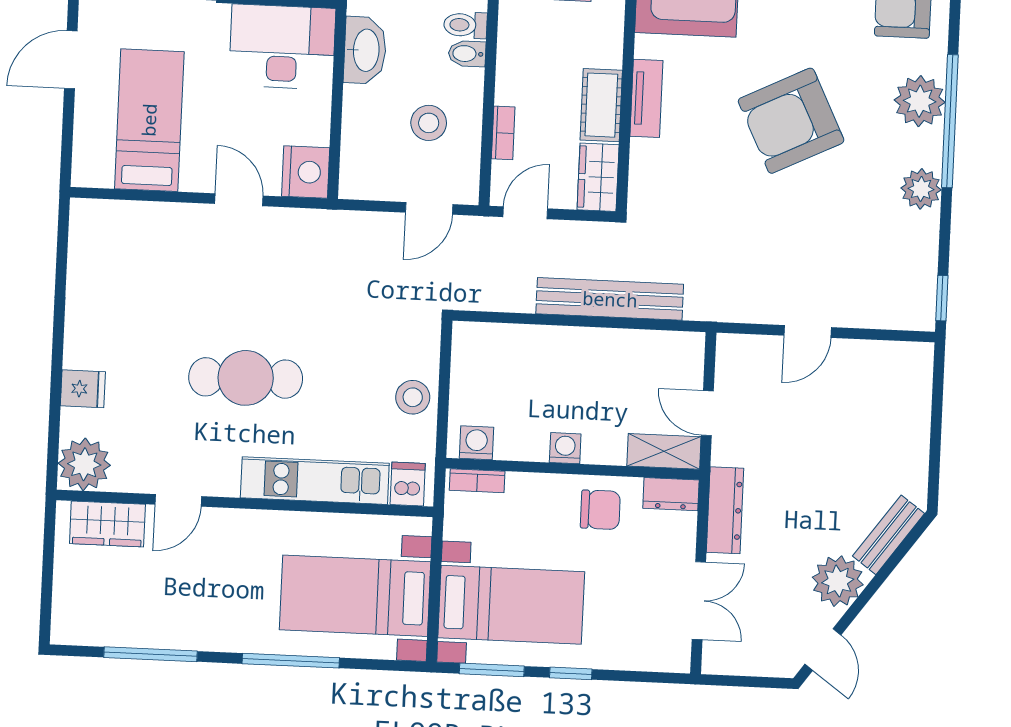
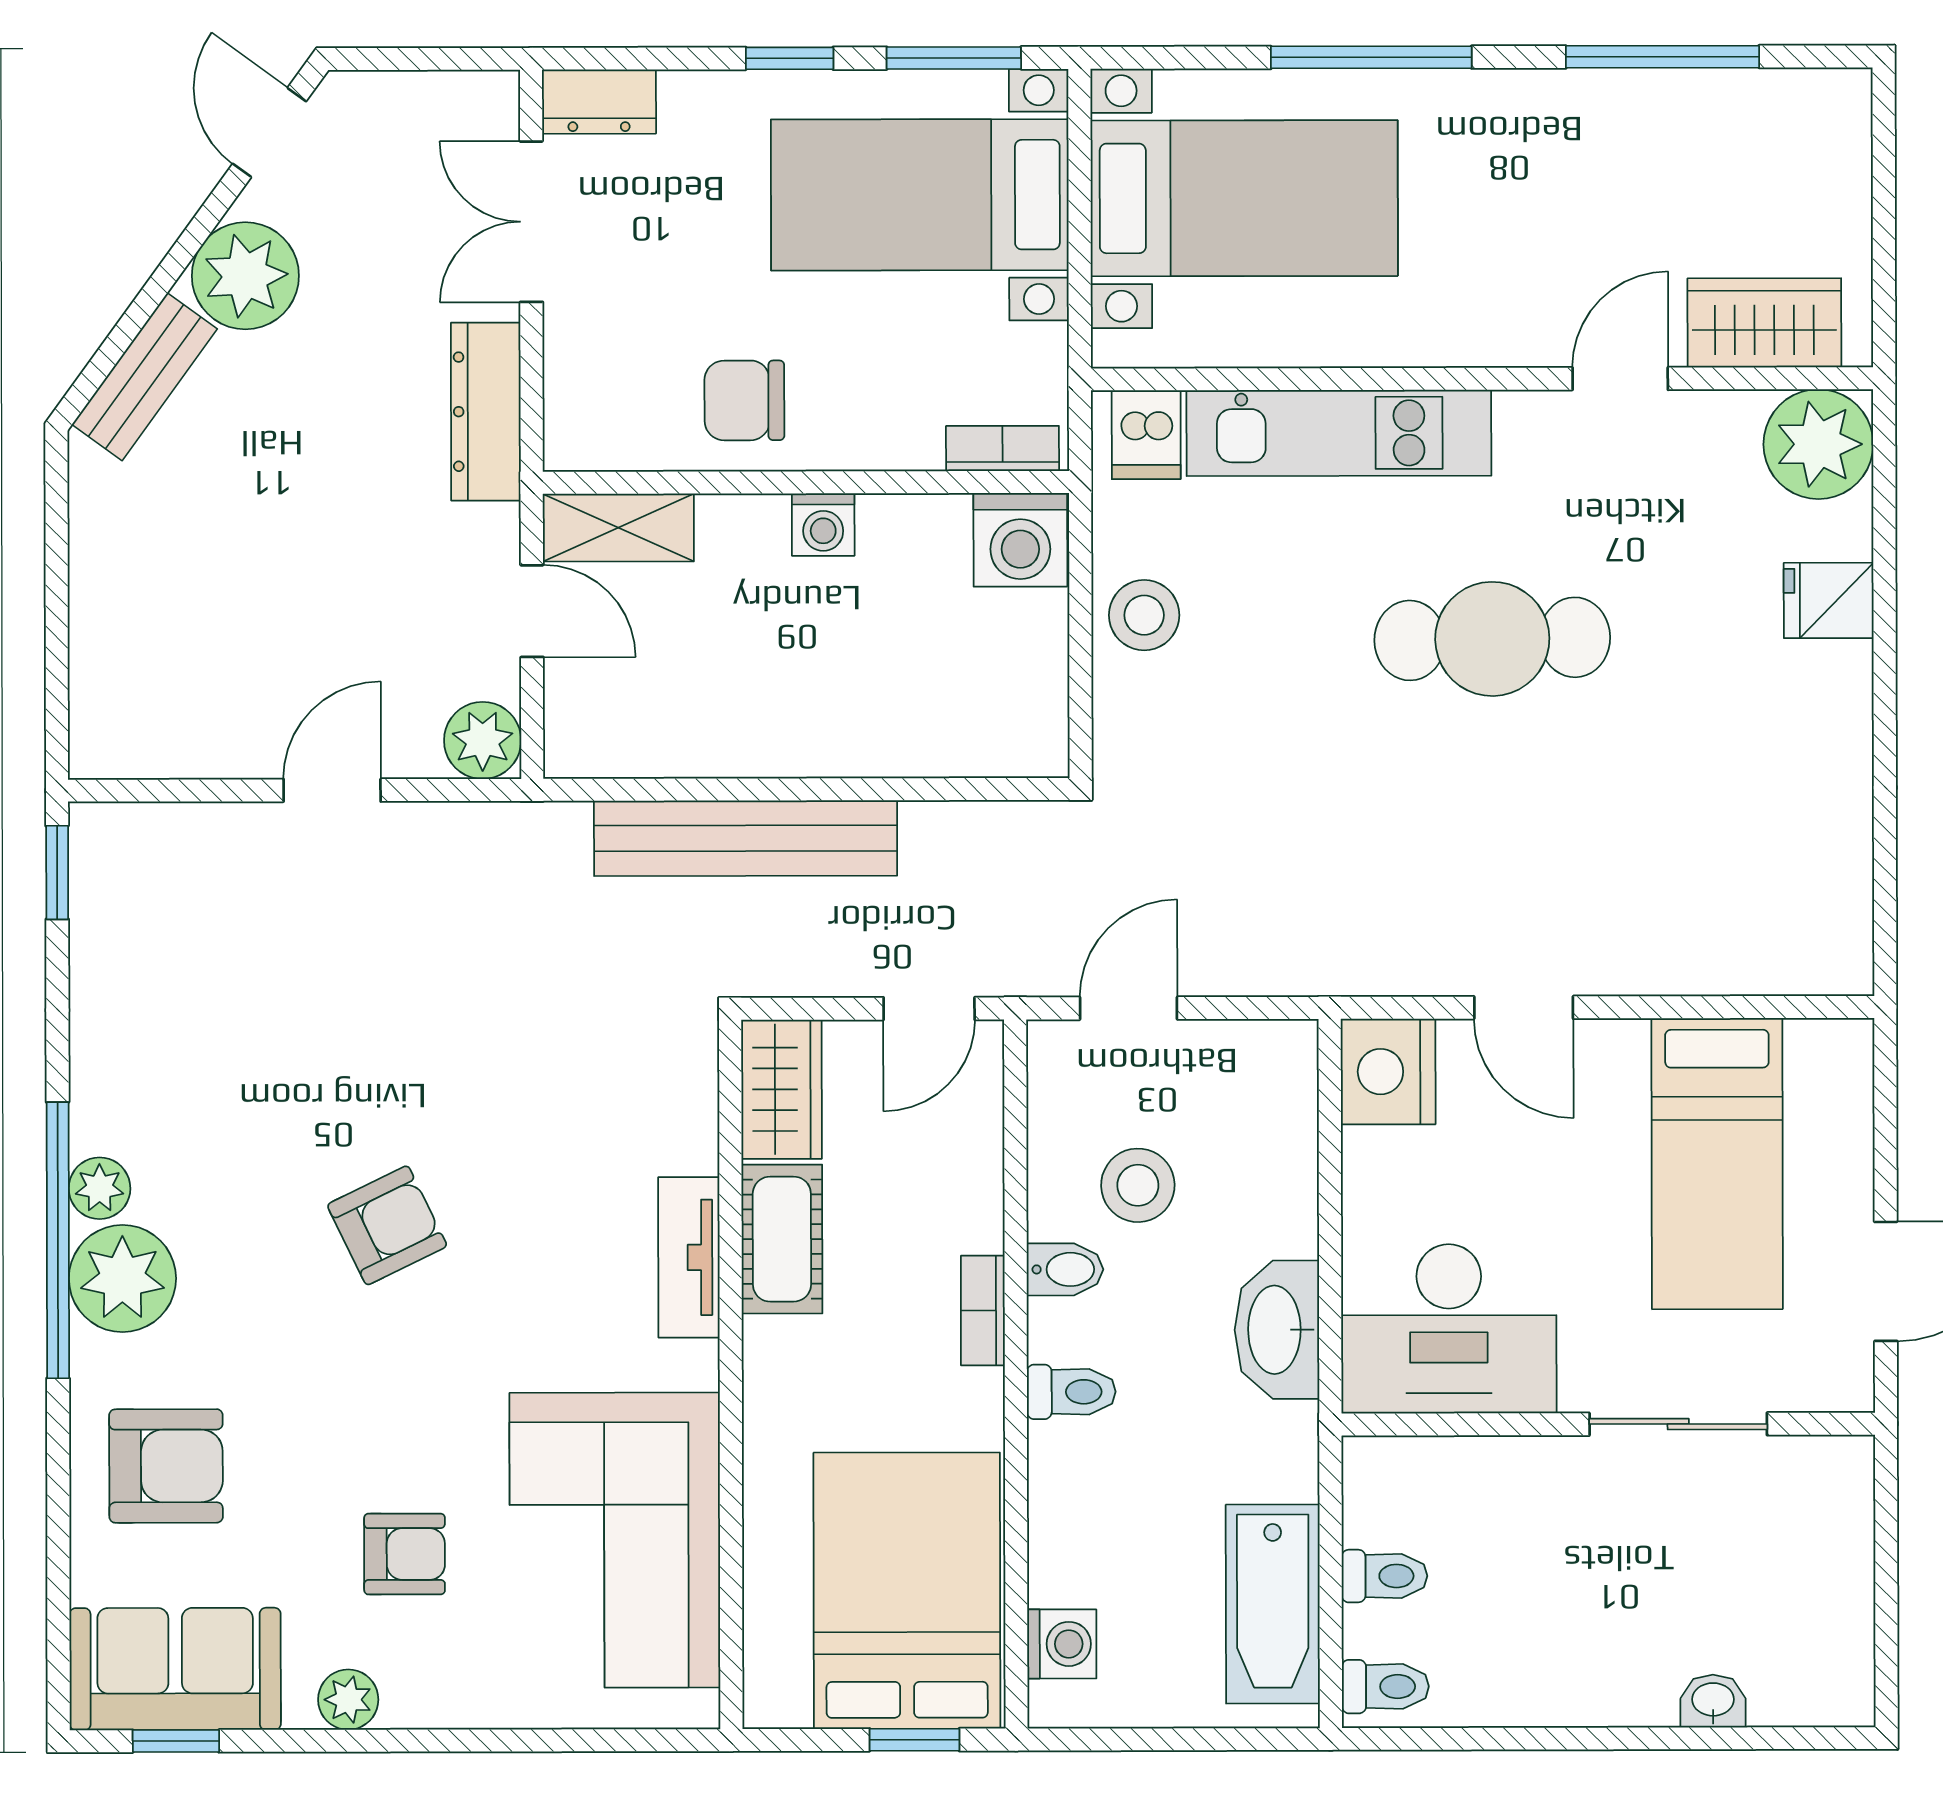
bidet: (467, 54) -> (1065, 1269), moved
armchair: (791, 121) -> (387, 1225), width x0.53, depth x0.53
bookcase: (503, 133) -> (983, 1311), moved
plant: (921, 189) -> (100, 1188), moved, width x0.73, depth x0.73
plant: (734, 352) -> (483, 740), added
washing machine: (476, 443) -> (1020, 540), width x1.38, depth x1.38
dresser: (671, 494) -> (599, 102), moved, turned 180

